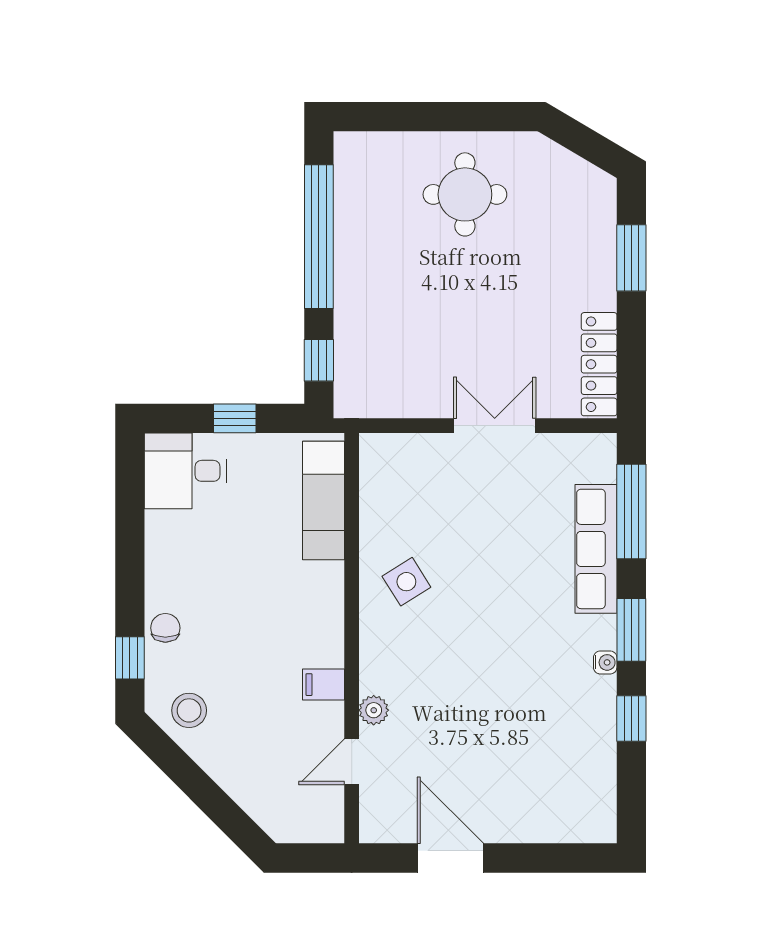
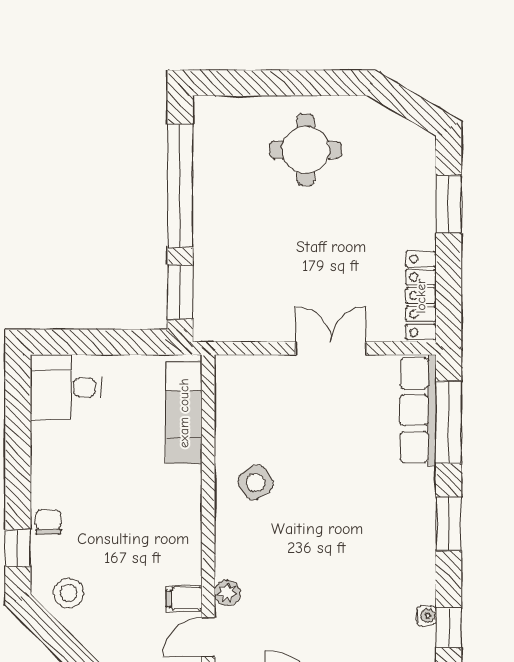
window: (319, 360) -> (180, 292), width x1.50
window: (235, 418) -> (108, 342), removed
row of seats: (596, 549) -> (418, 410), moved
water cooler: (605, 662) -> (426, 616), moved
filing cabinet: (324, 685) -> (184, 599), moved
window: (631, 718) -> (449, 628), moved

